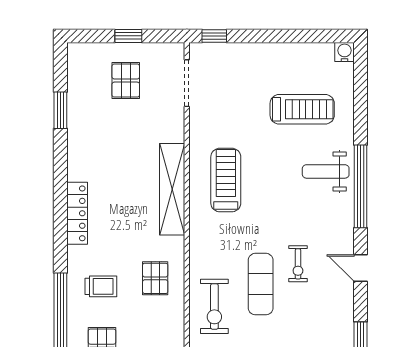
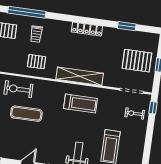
pallet: (126, 81) -> (137, 61), width x1.50, depth x1.42
locker: (77, 213) -> (87, 29), moved
exercise bike: (298, 264) -> (135, 114), moved

